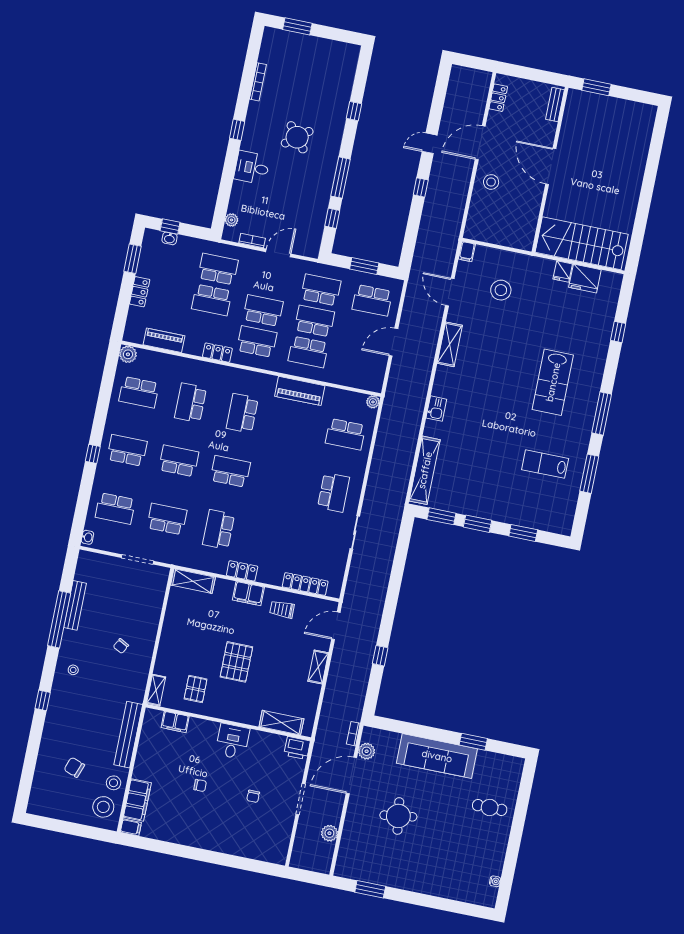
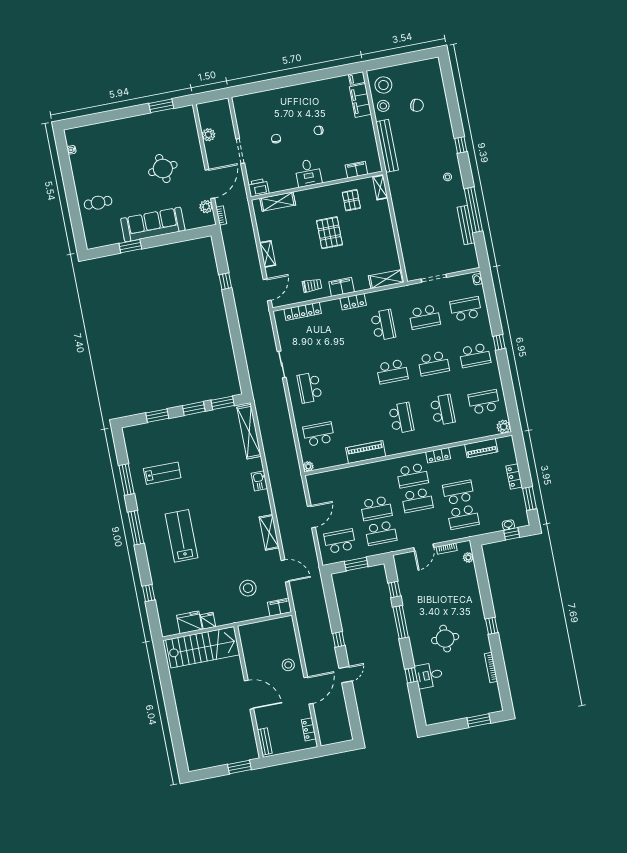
round table: (297, 137) -> (445, 639), turned 38
desk: (252, 168) -> (429, 675), moved, turned 180
filing cabinet: (467, 252) -> (279, 607), width x2.00
school desk: (308, 352) -> (371, 483), removed
chair: (121, 646) -> (420, 209), removed

